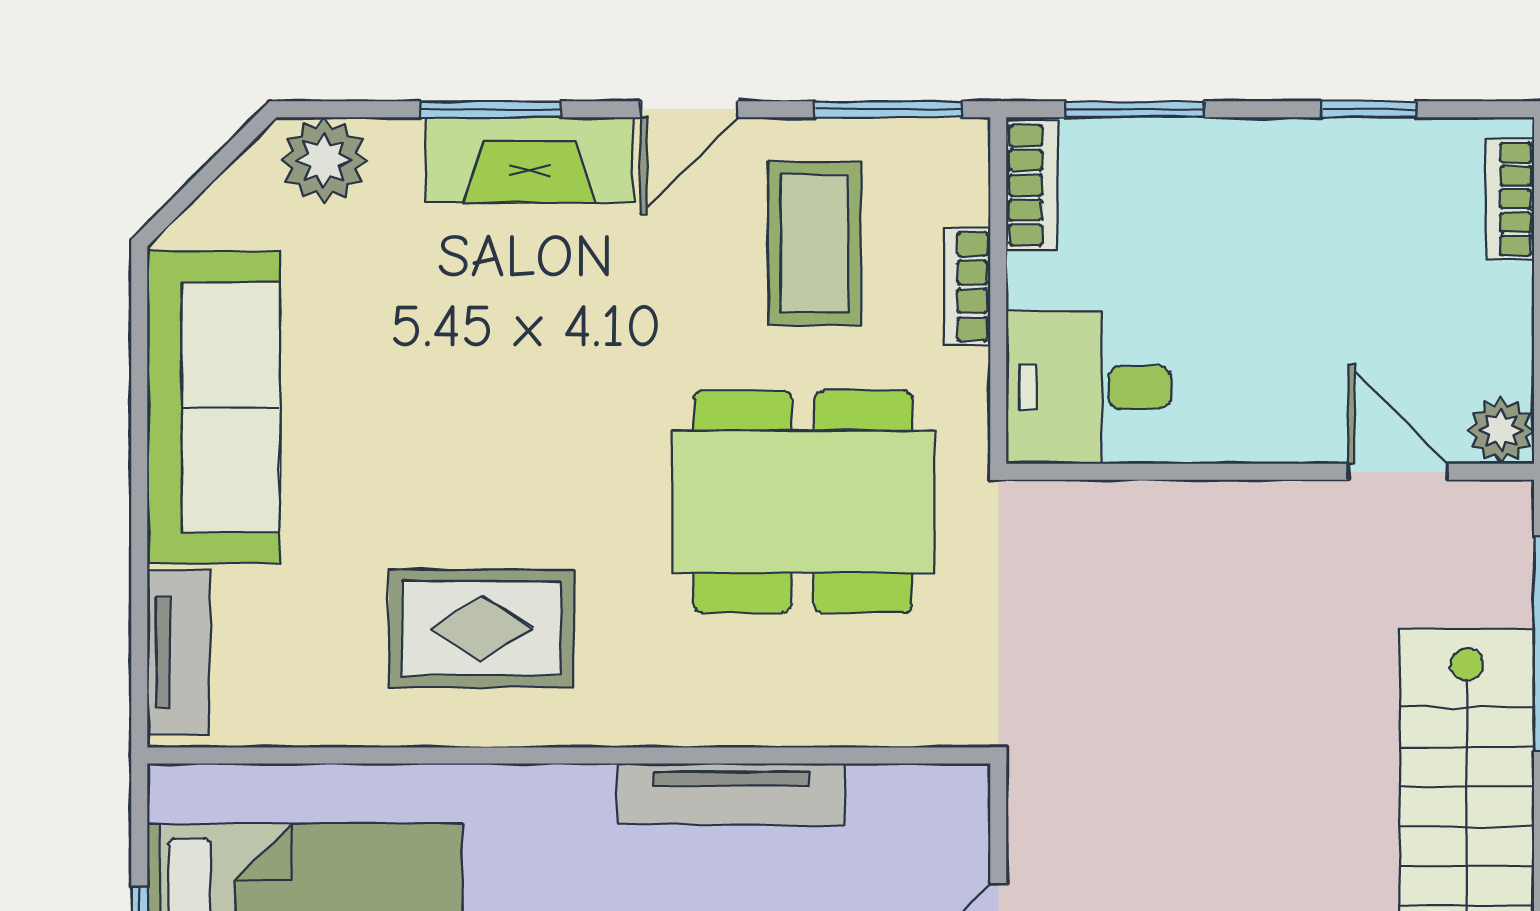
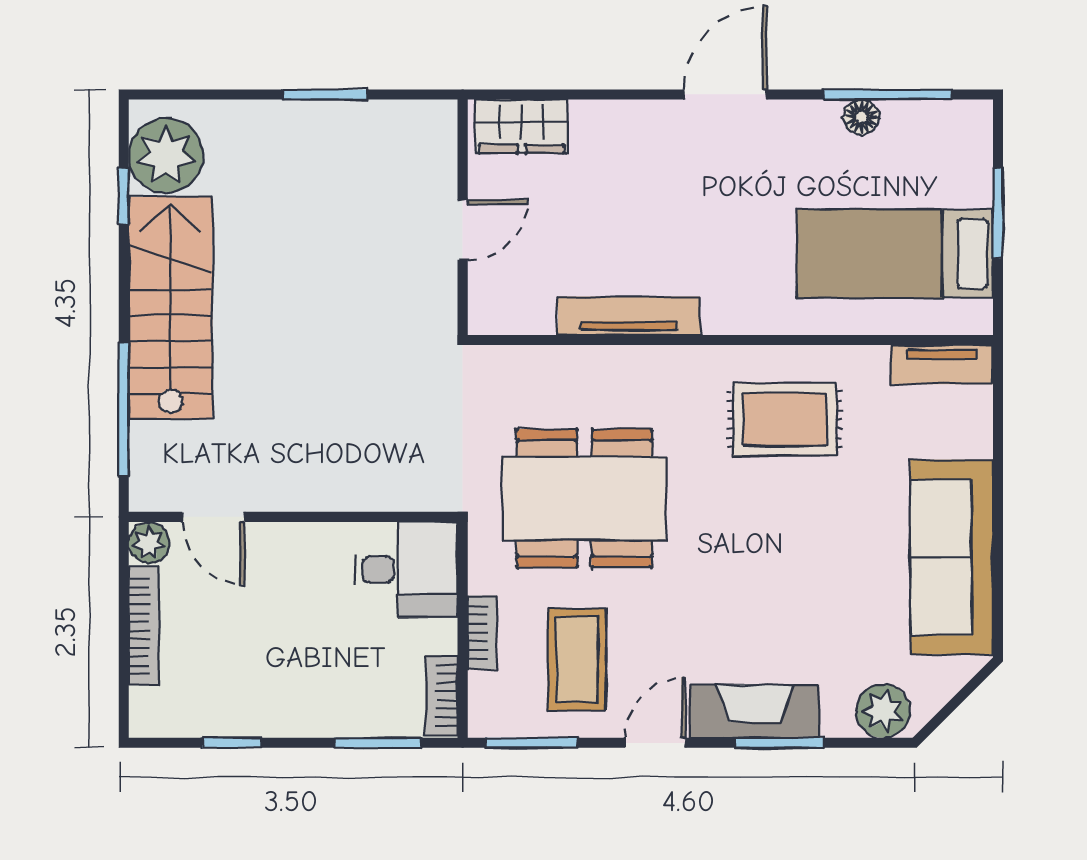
bookcase: (1510, 199) -> (144, 626), moved, width x1.56
tv unit: (178, 652) -> (942, 364), moved, turned -90

